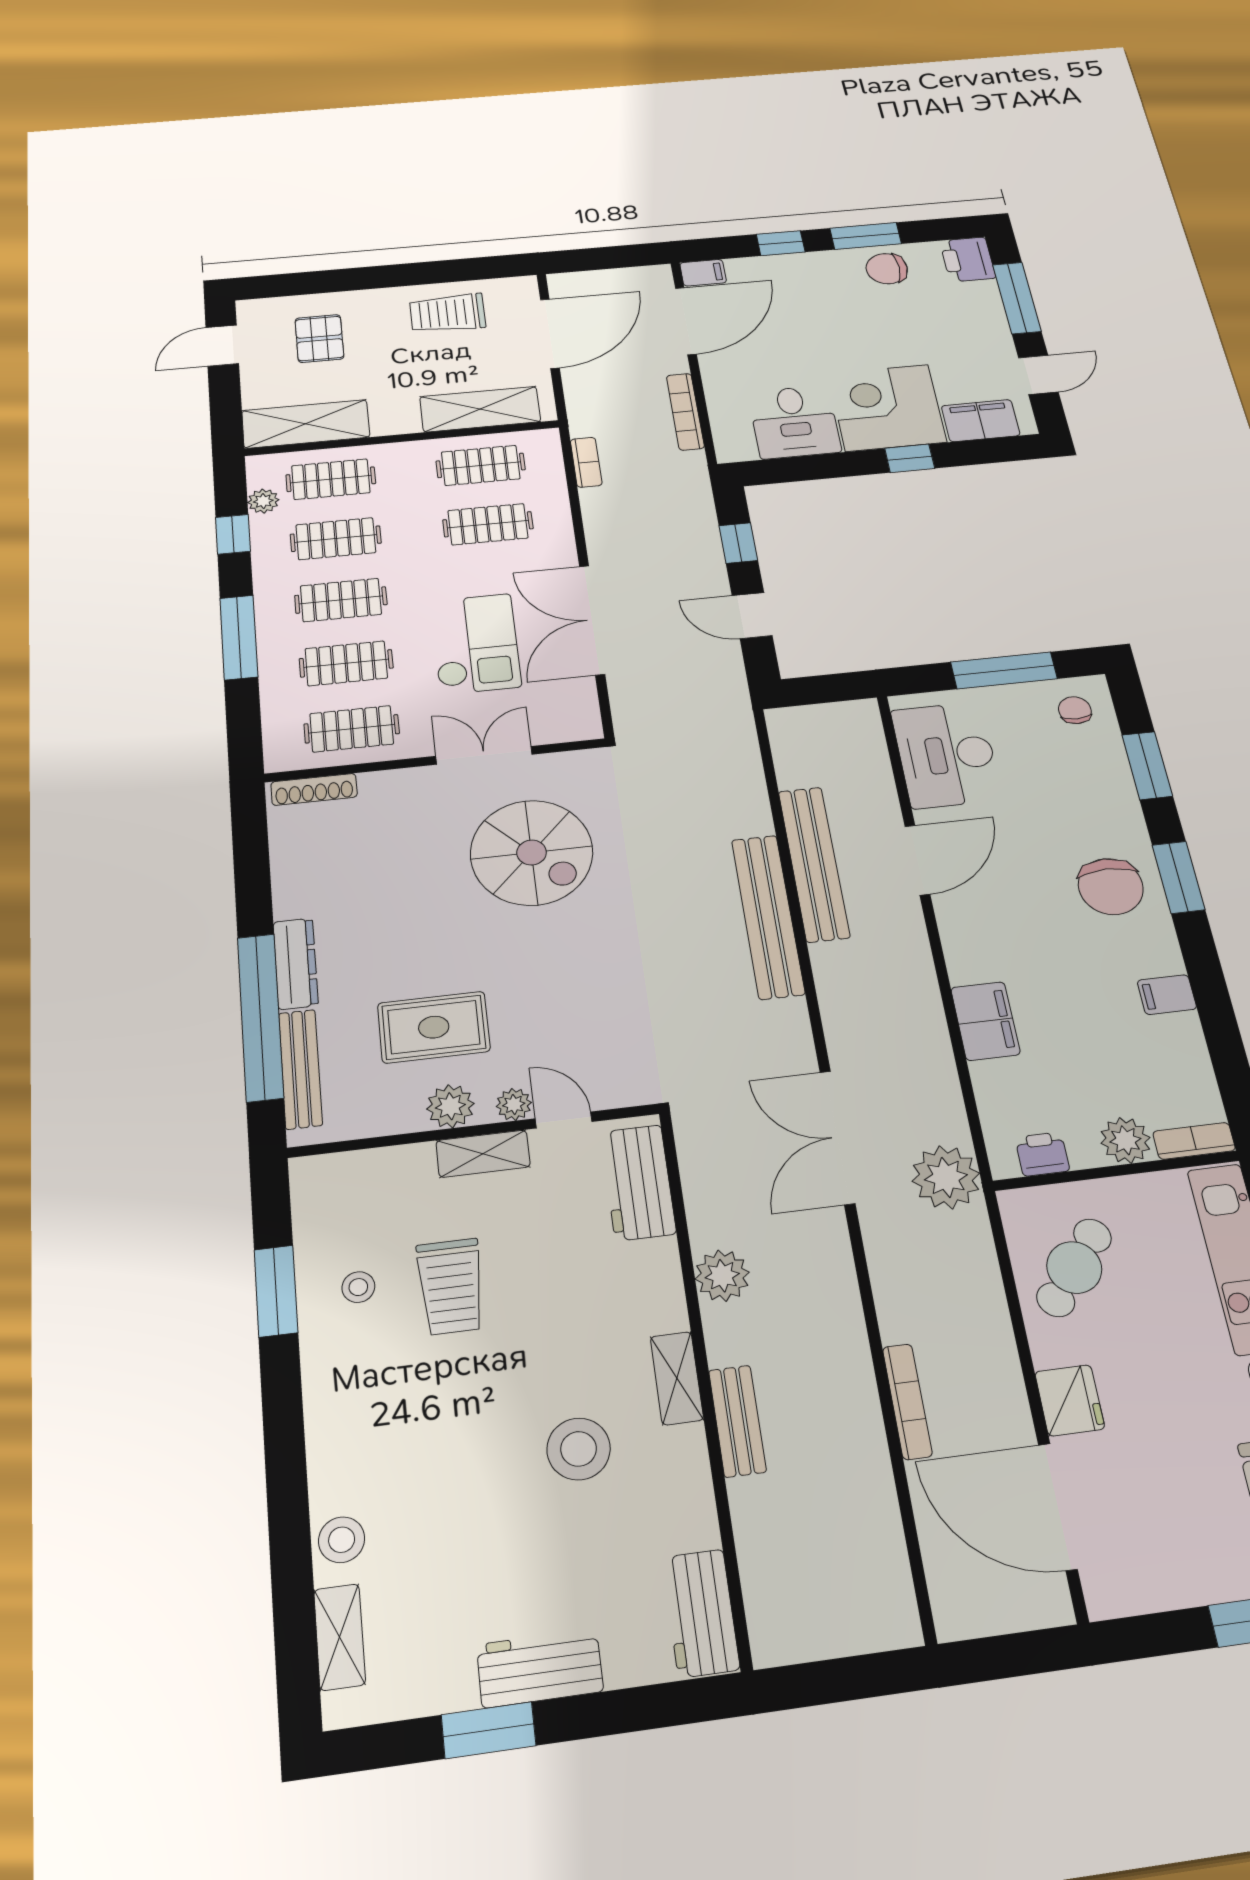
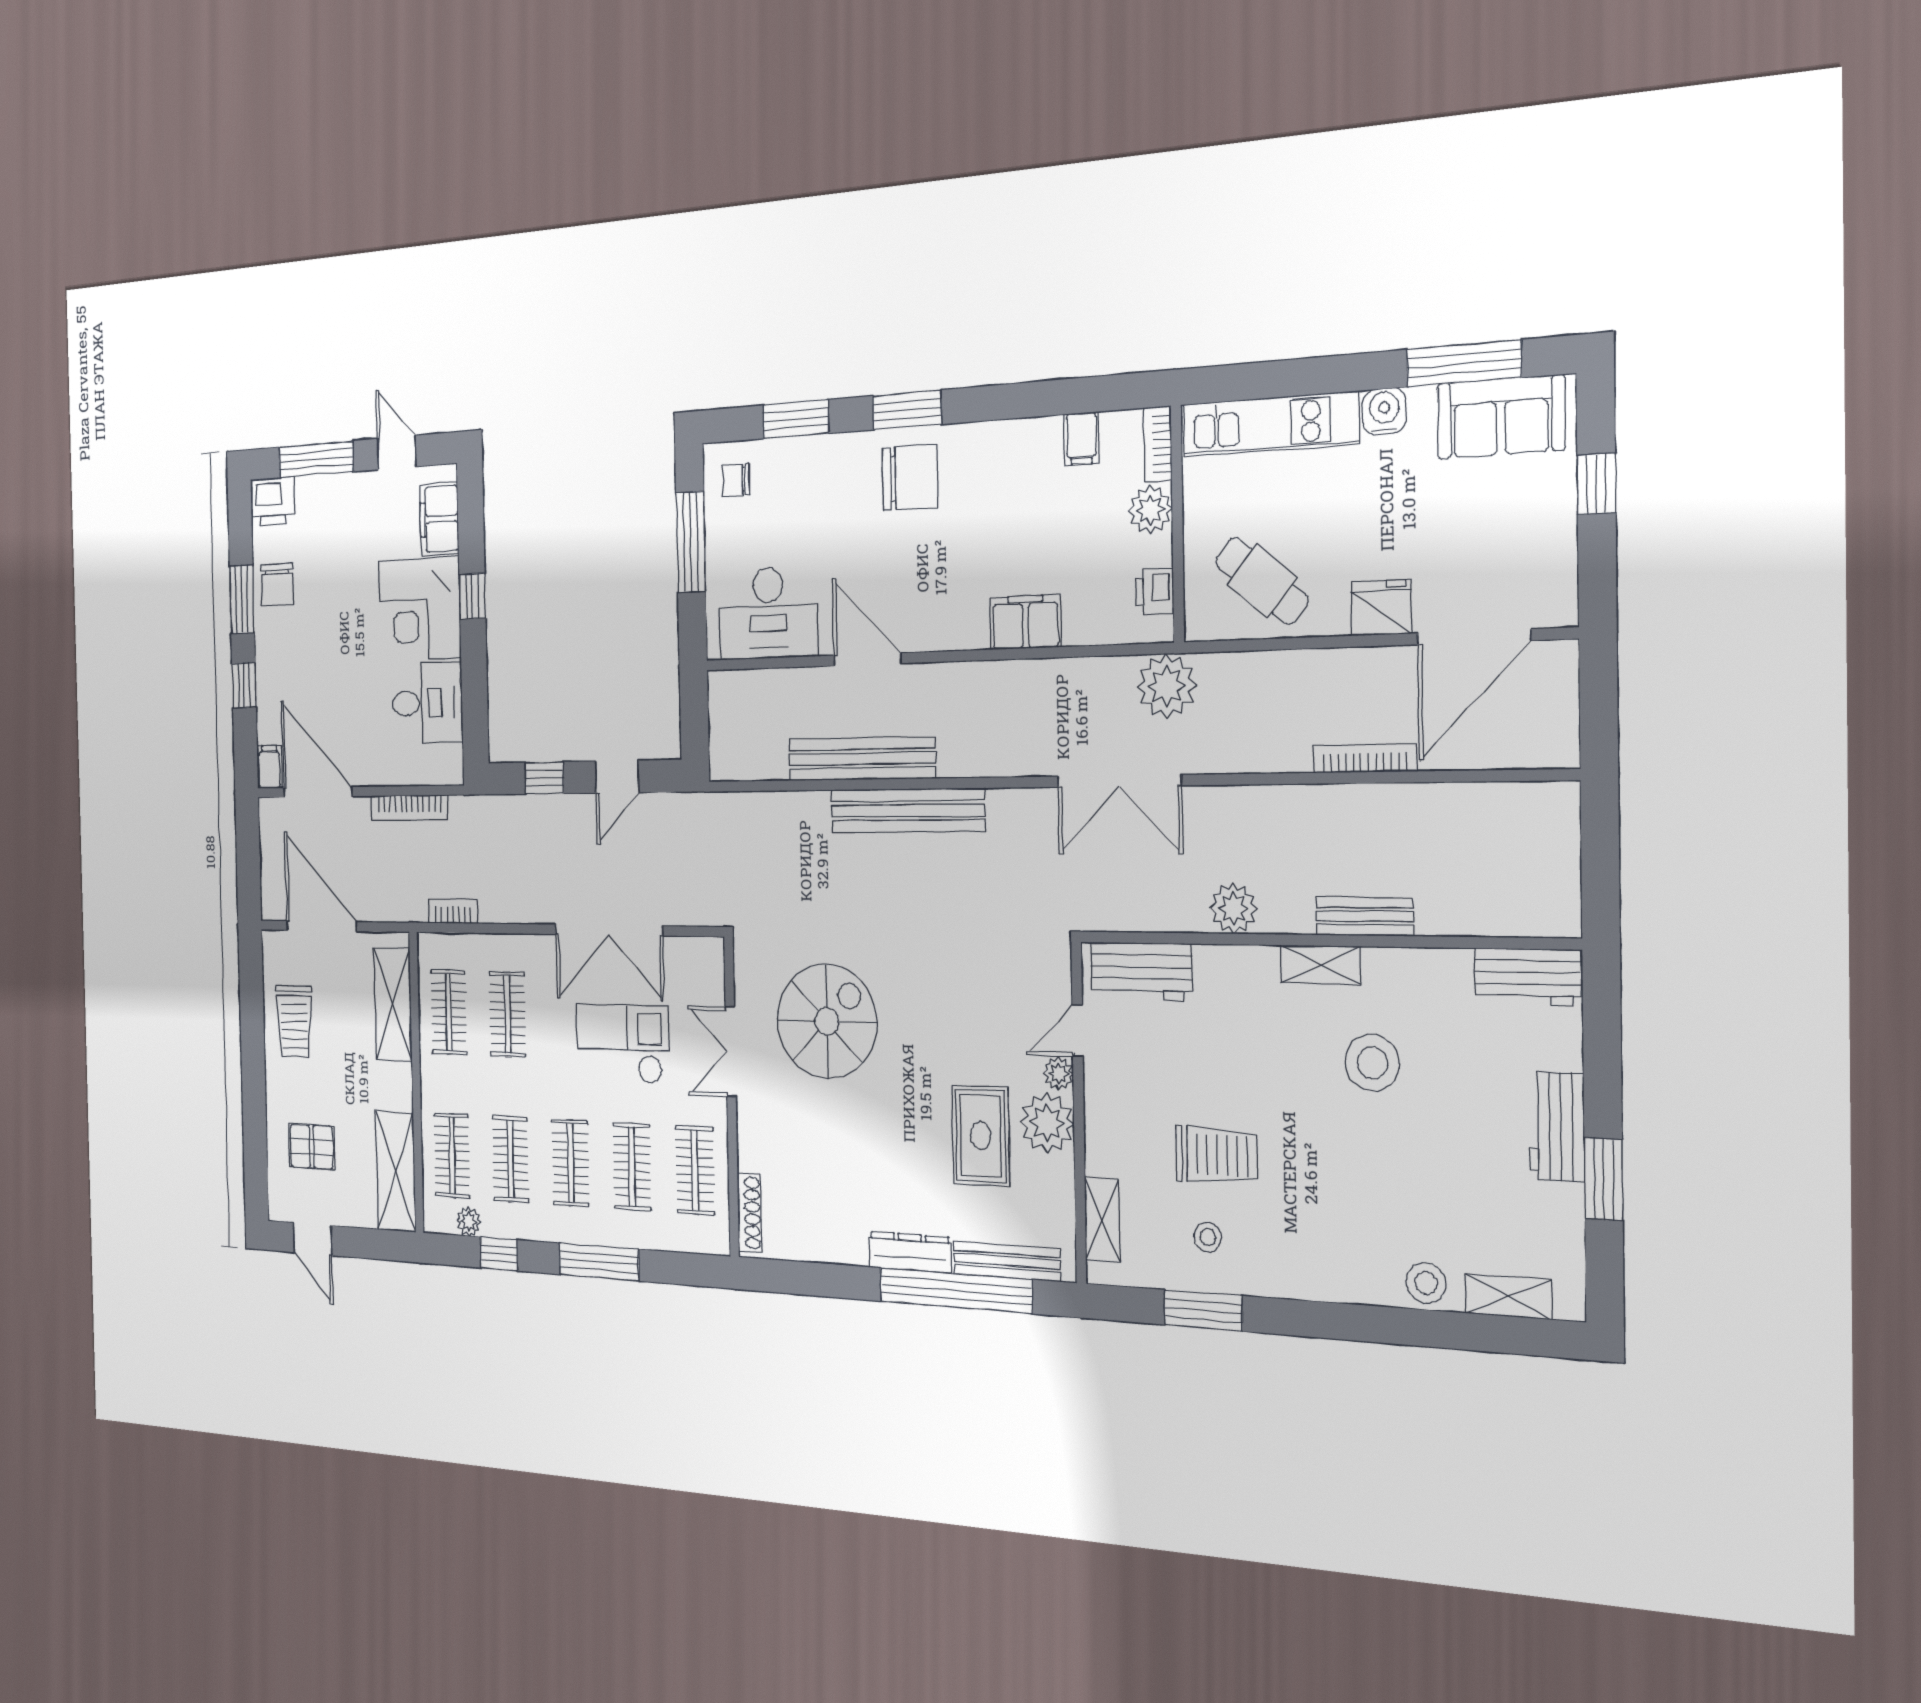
filing cabinet: (1167, 995) -> (1081, 439), moved
plant: (450, 1106) -> (1047, 1123), width x1.36, depth x1.36
shelving: (483, 1154) -> (1102, 1220), moved

